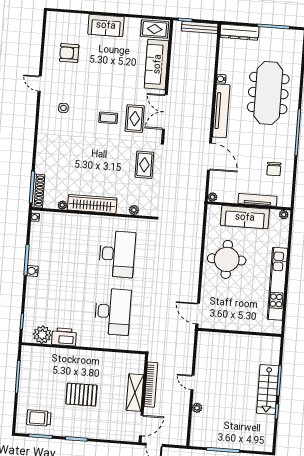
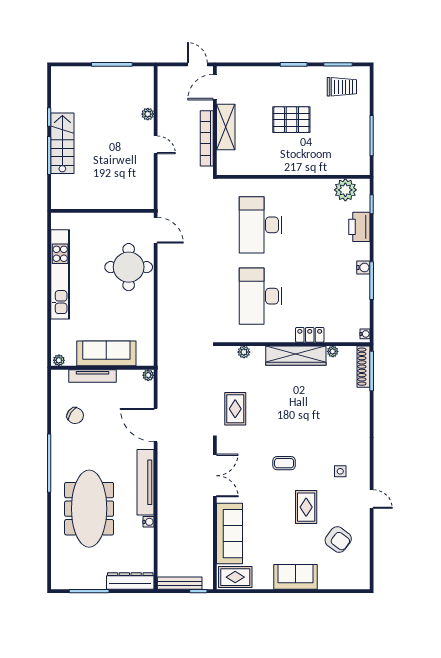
armchair: (69, 53) -> (338, 540), turned 37
rug: (135, 119) -> (306, 507), moved
chair: (274, 169) -> (75, 416), turned 124
locker: (80, 220) -> (310, 335), added
round table: (227, 259) -> (129, 267), moved
printer: (64, 337) -> (359, 227), moved, turned 90

